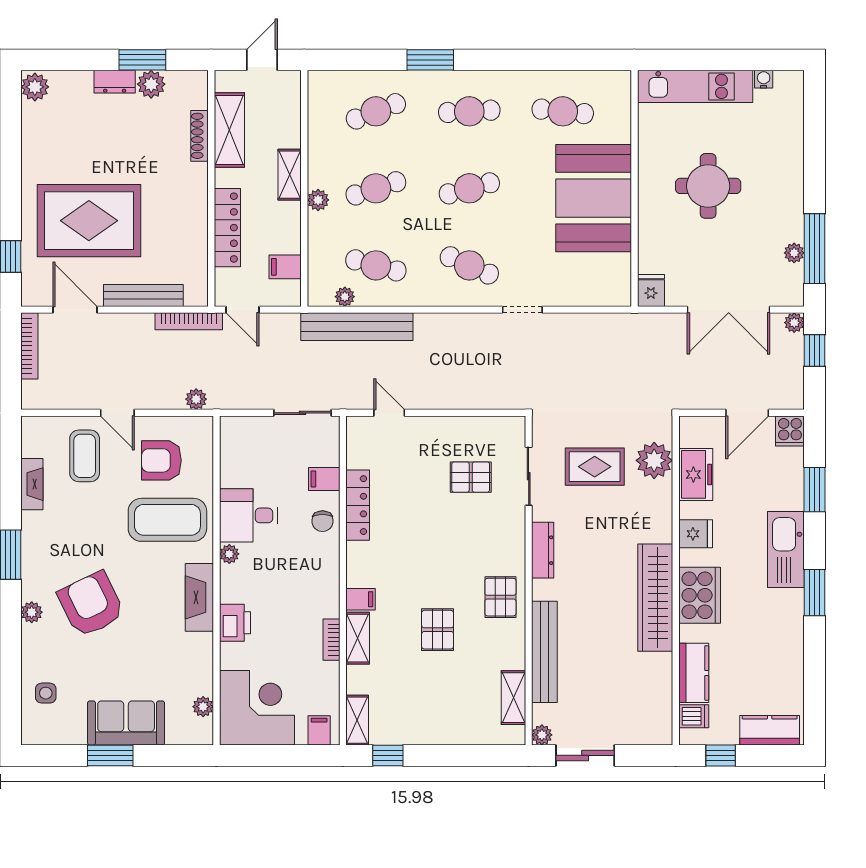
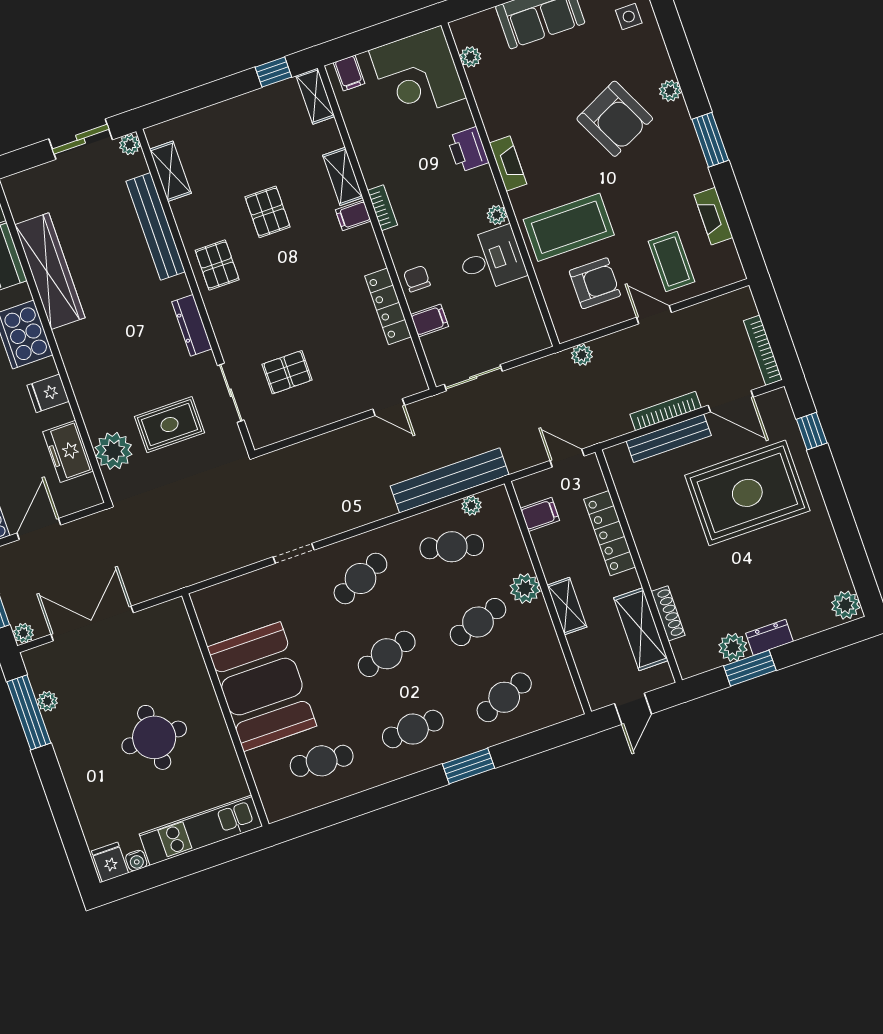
plant: (318, 200) -> (525, 588), width x1.38, depth x1.38
cafe table: (469, 265) -> (360, 579), turned -48
fridge: (651, 291) -> (110, 862), moved, turned 180
bookcase: (189, 321) -> (666, 411), moved
fireplace: (199, 597) -> (508, 164), width x0.73, depth x0.76
wardrobe: (655, 598) -> (50, 271), moved
bookcase: (331, 640) -> (382, 208), moved

